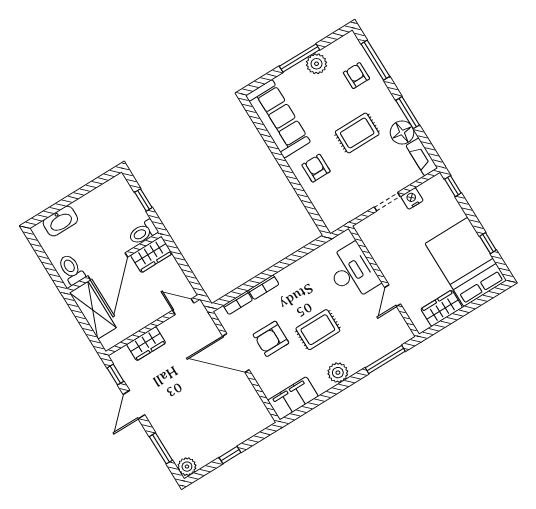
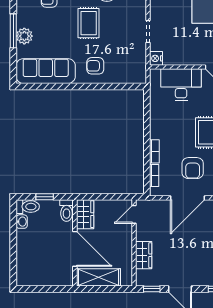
plant: (317, 64) -> (24, 36), moved
nightstand: (412, 198) -> (156, 58), moved
washbasin: (60, 221) -> (22, 222), moved, width x0.52, depth x0.69
toilet: (71, 269) -> (28, 207), moved, turned 180

